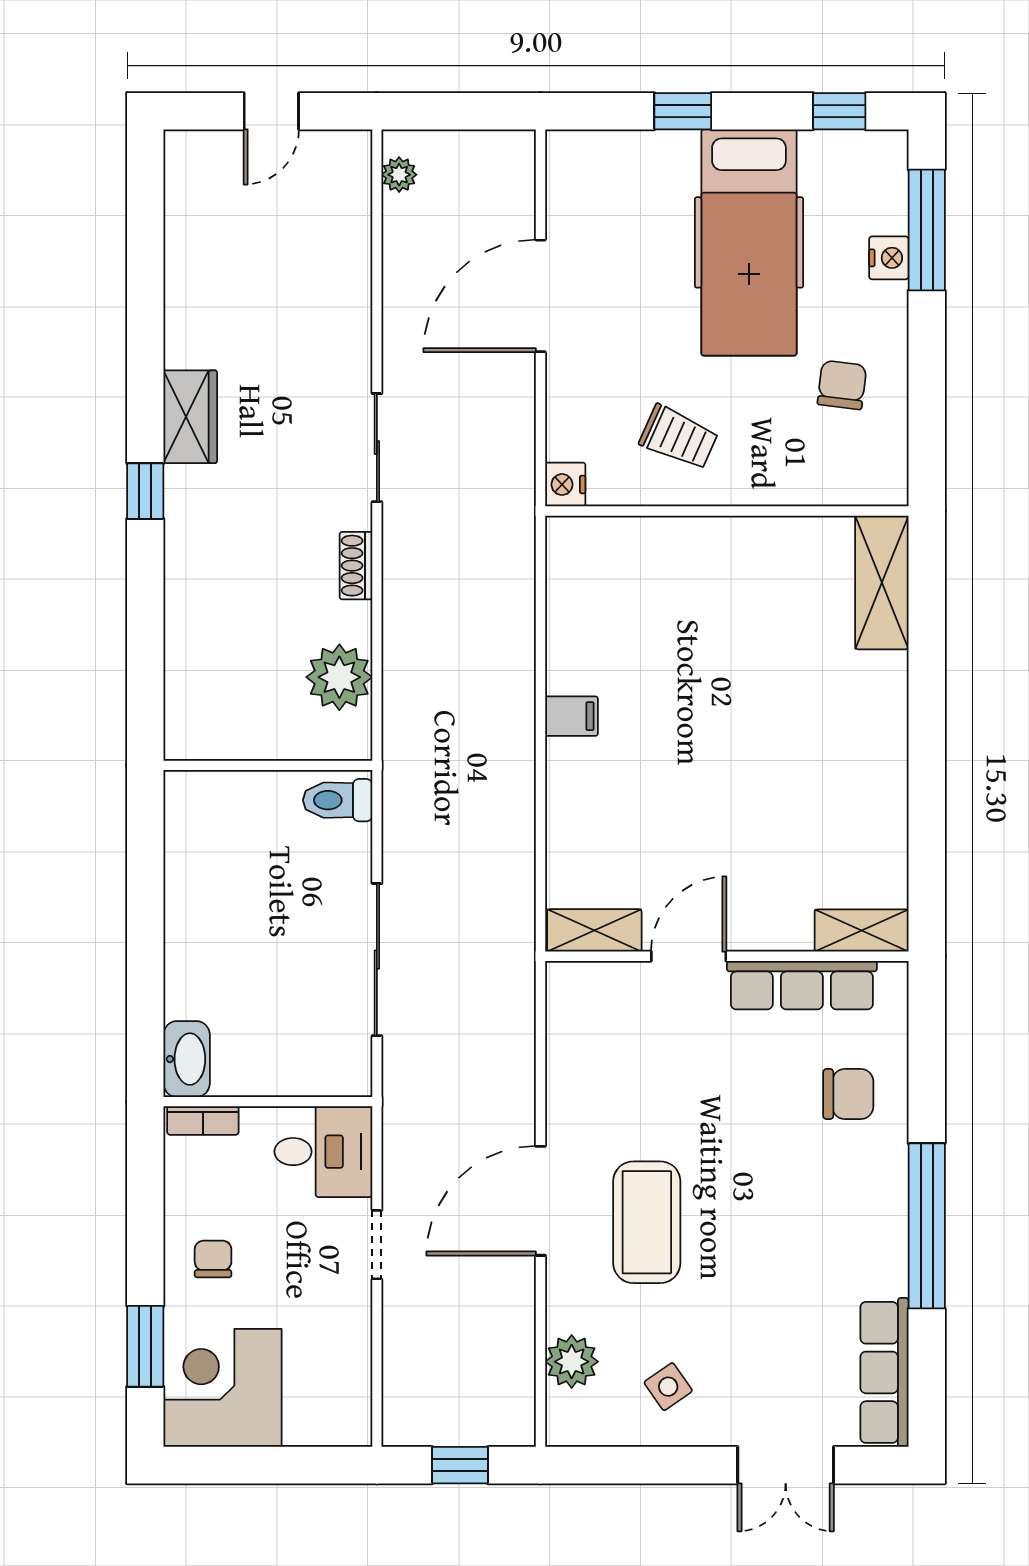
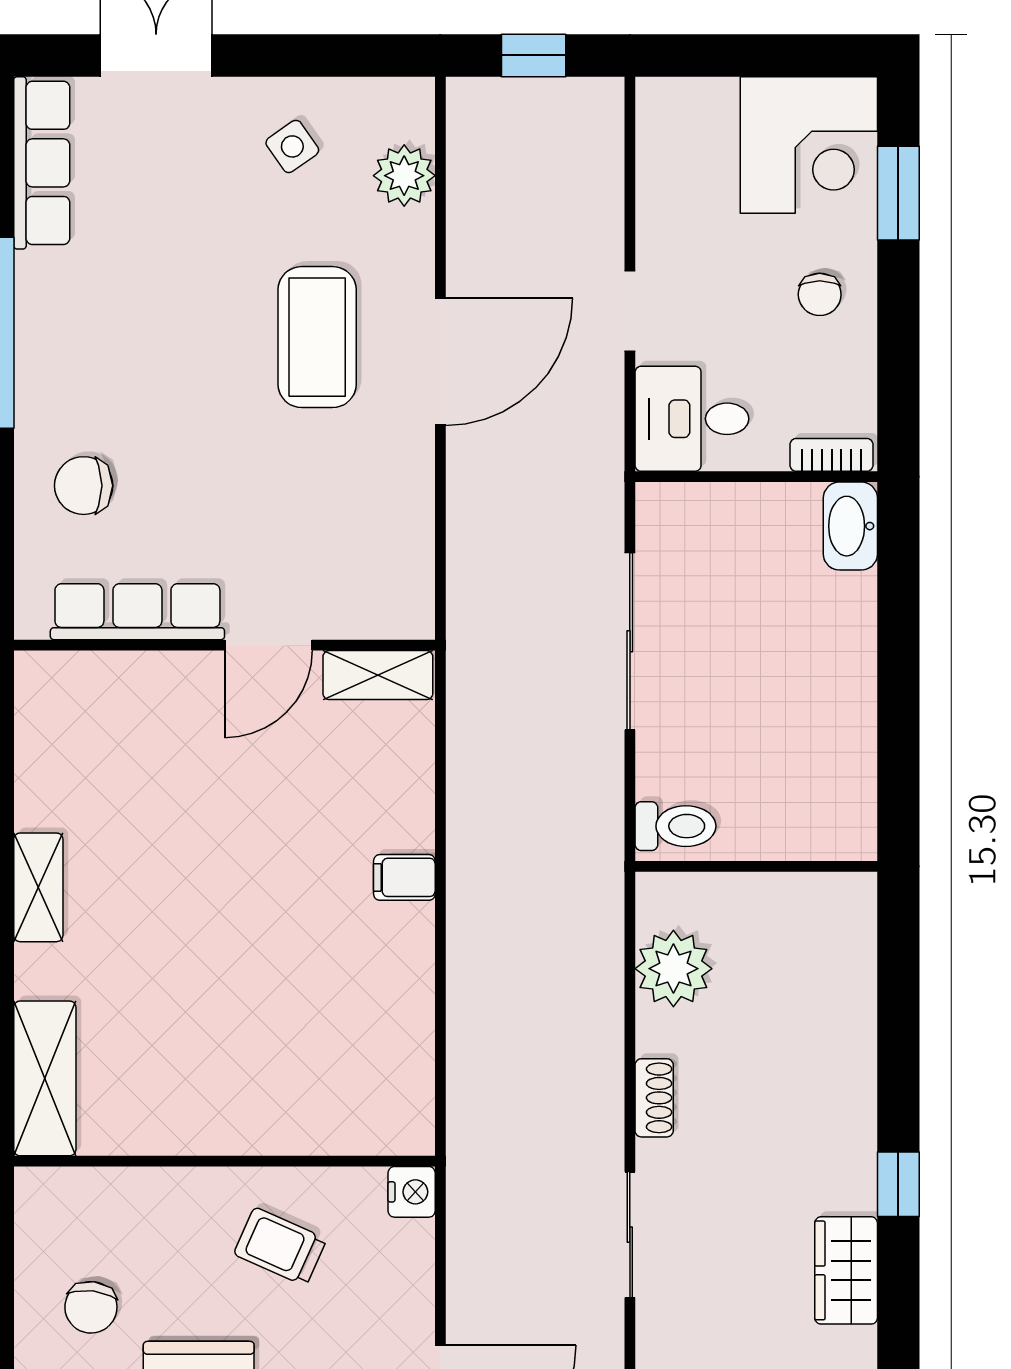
filing cabinet: (571, 716) -> (404, 877), moved
shelving: (862, 931) -> (38, 887), moved, turned 90

